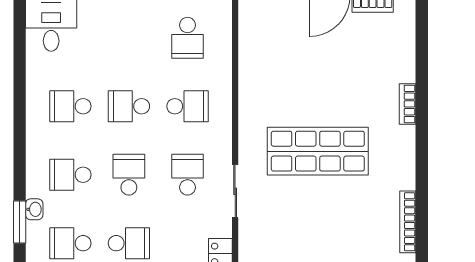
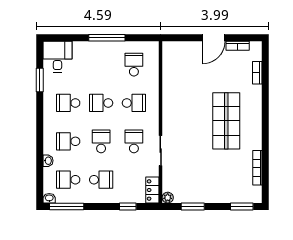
school desk: (187, 38) -> (134, 65), turned 180
bookcase: (408, 104) -> (257, 73), moved
shop shelf: (318, 151) -> (226, 121), moved, turned 90
window: (20, 222) -> (40, 80), moved

